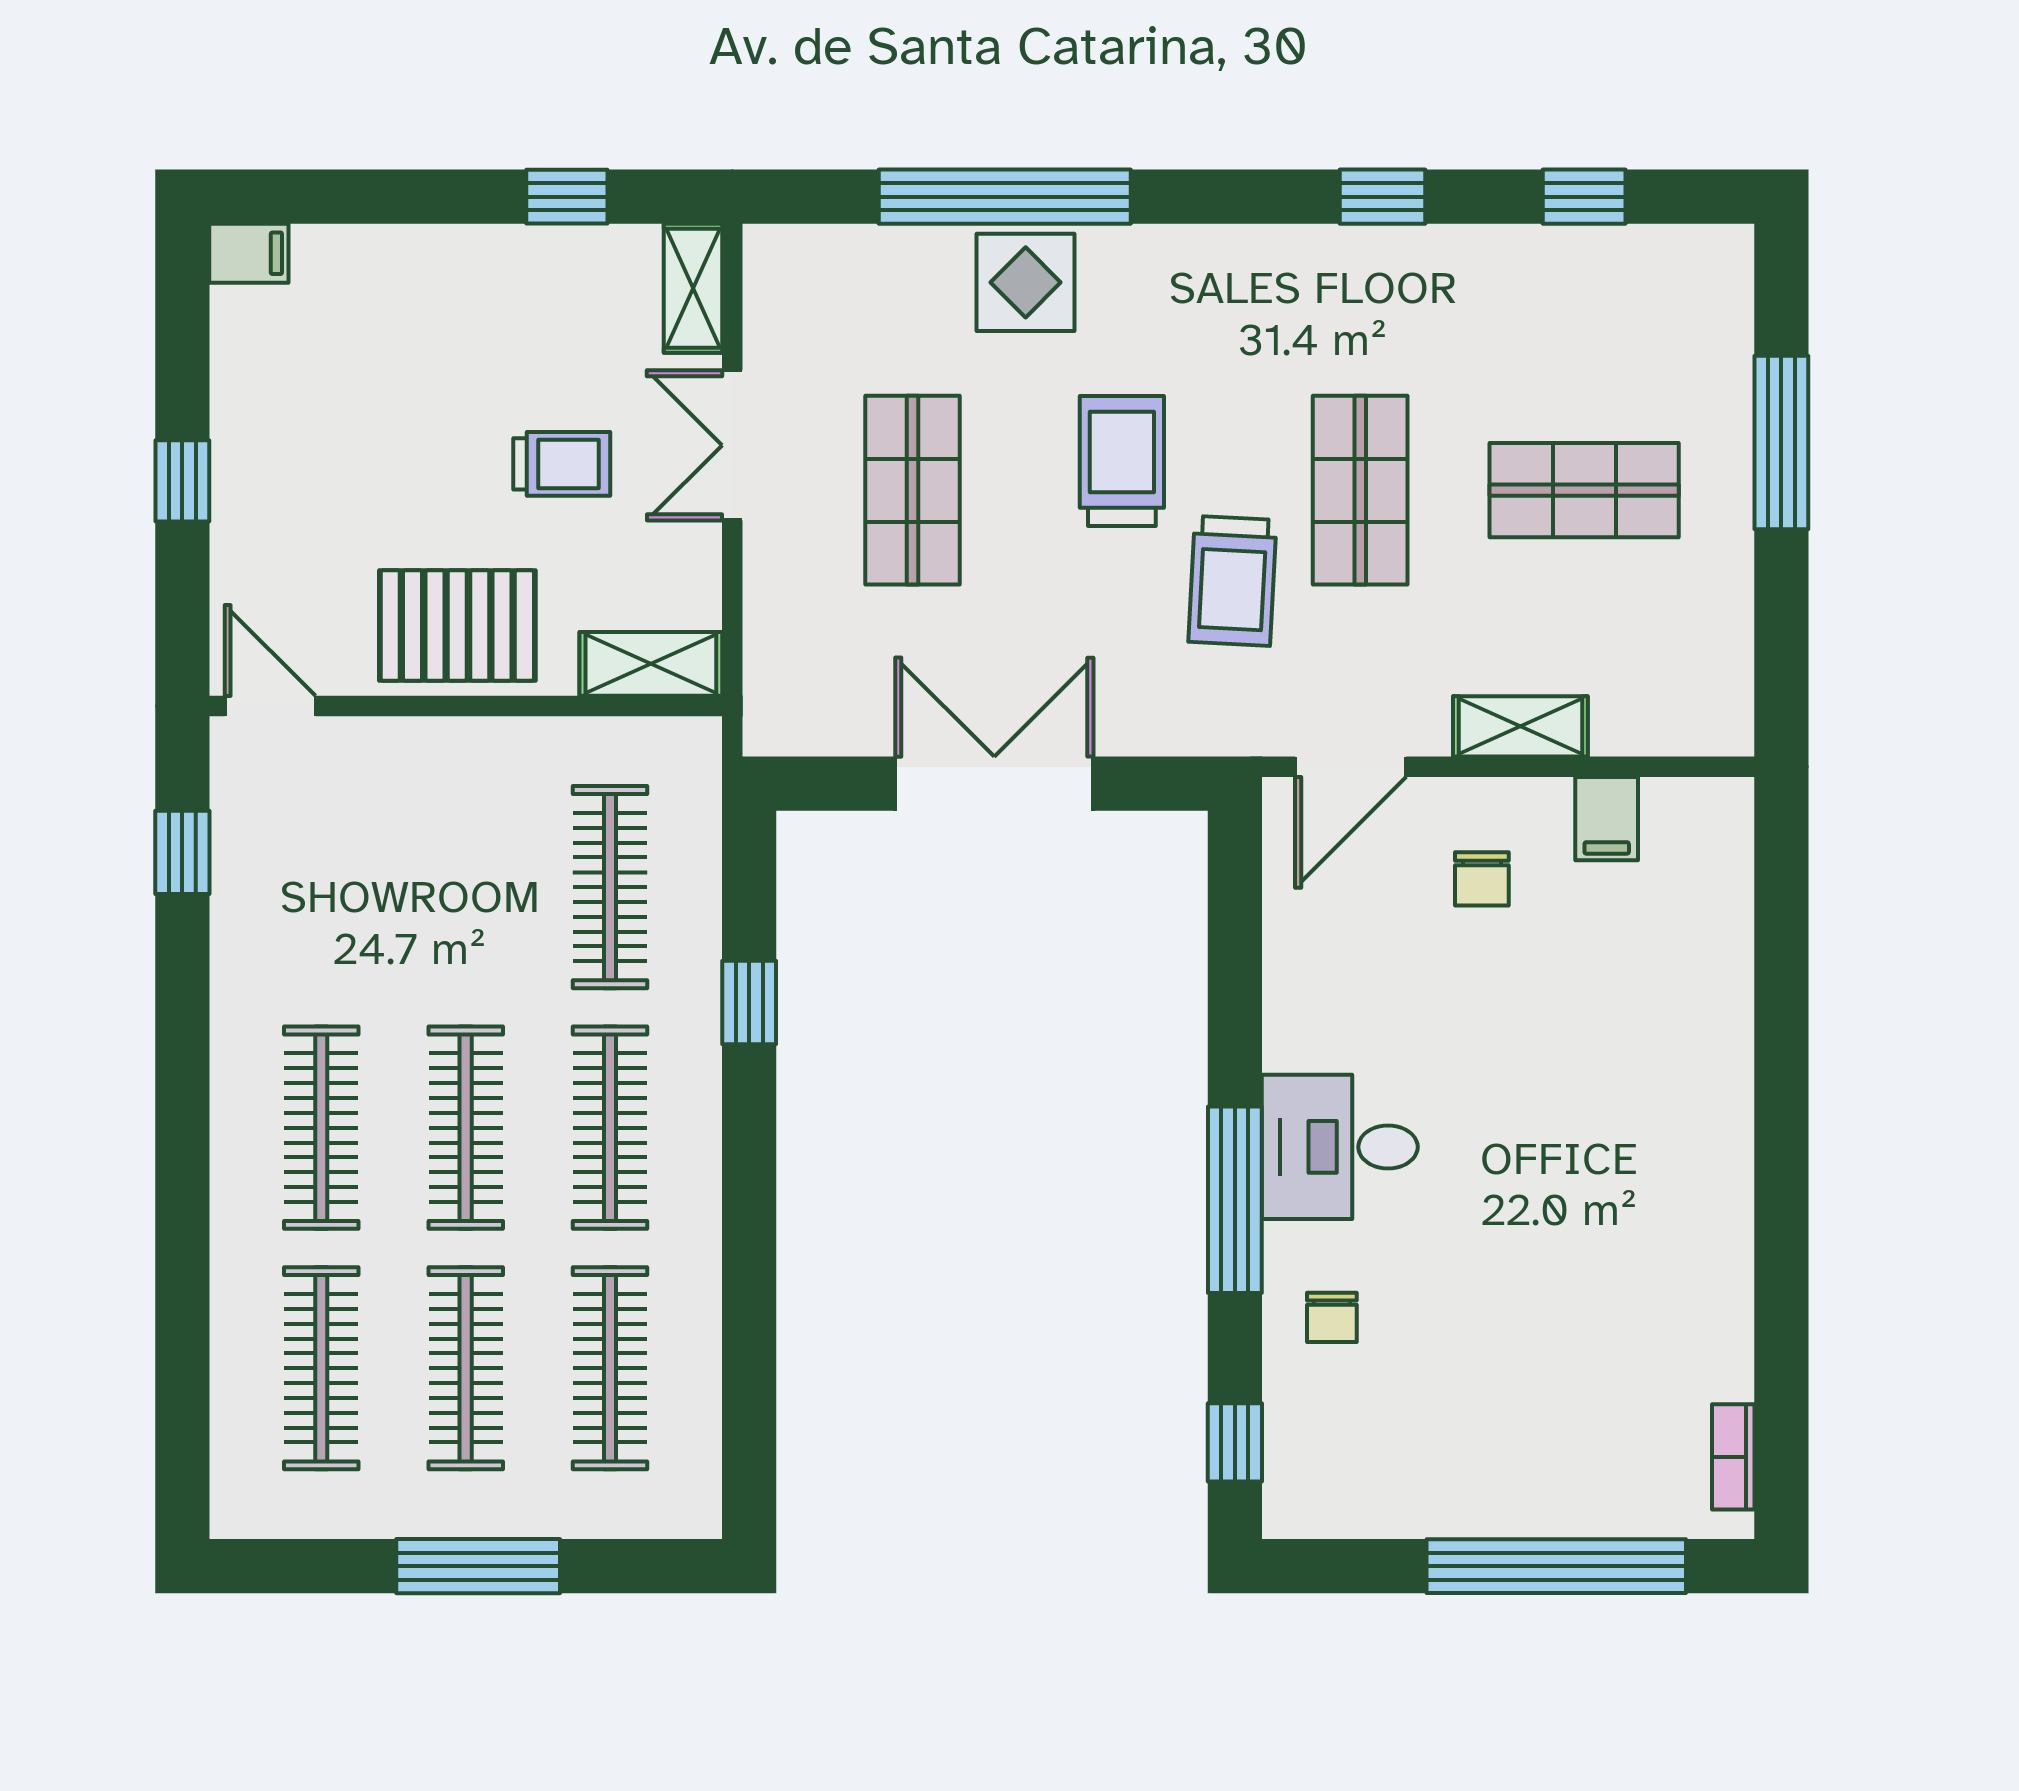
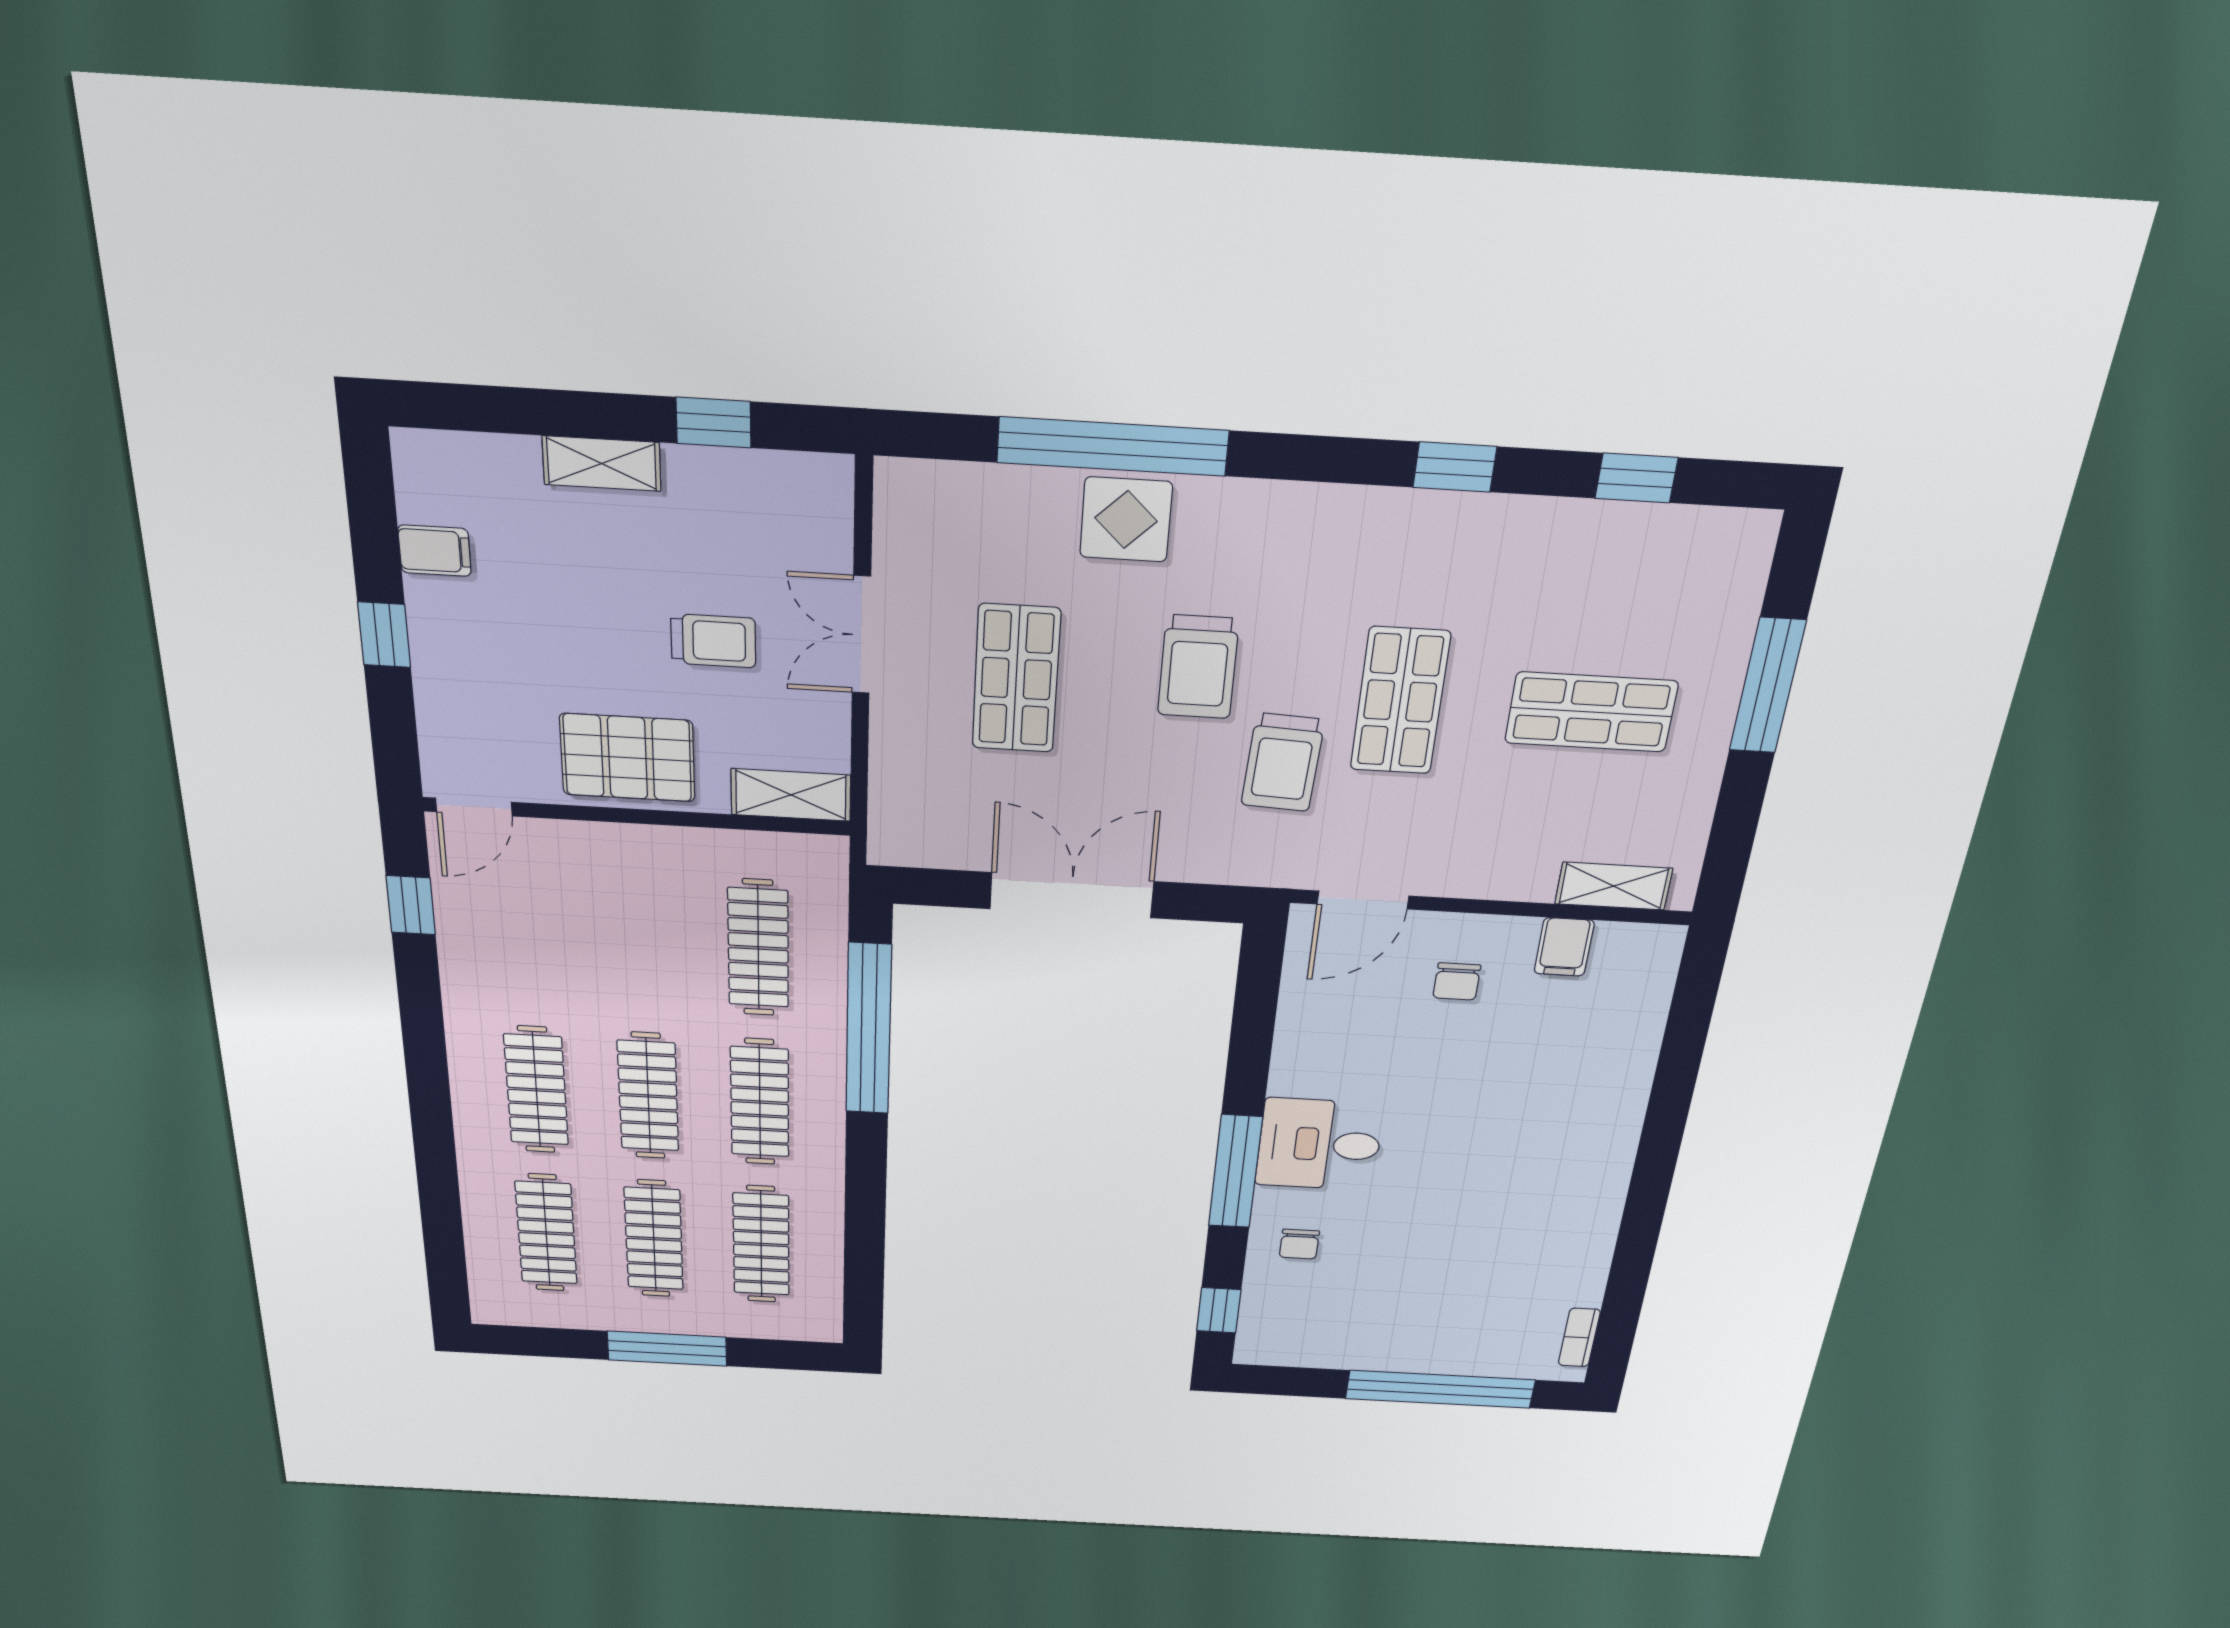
filing cabinet: (249, 253) -> (435, 551), moved
shelving: (693, 288) -> (602, 464), moved, turned 90
trolley: (1122, 461) -> (1198, 667), turned 180
door: (270, 706) -> (474, 807), swing flipped
shelving: (1520, 726) -> (1614, 886), moved
window: (749, 1002) -> (869, 1029), width x3.17

